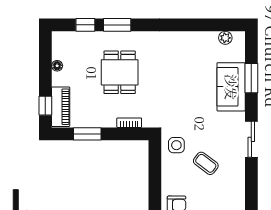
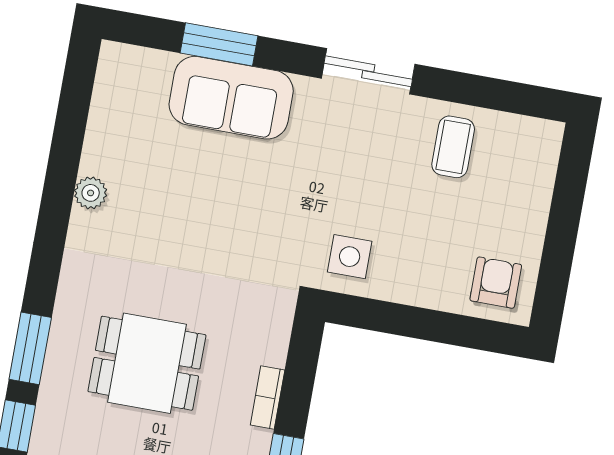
plant: (225, 38) -> (91, 193), moved
bookcase: (129, 123) -> (268, 397), moved
coffee table: (206, 163) -> (453, 147), moved, turned -37

